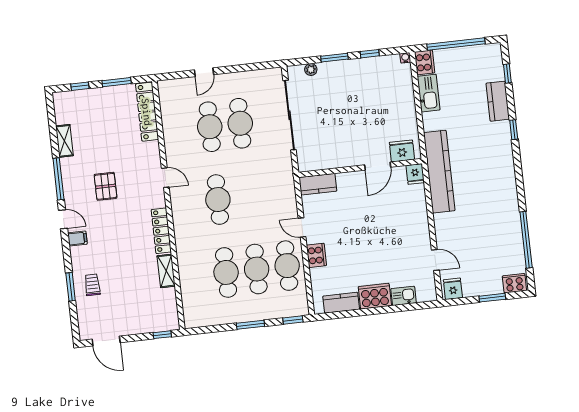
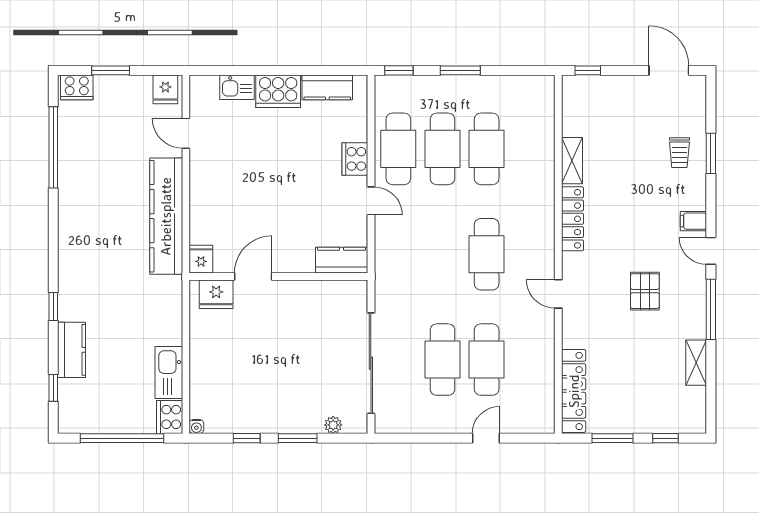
kitchen counter: (439, 172) -> (166, 216), moved

